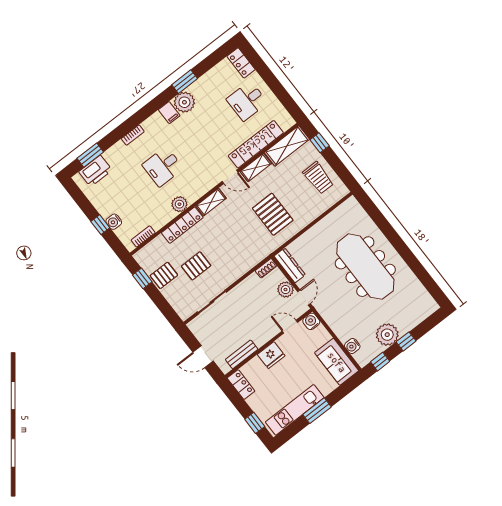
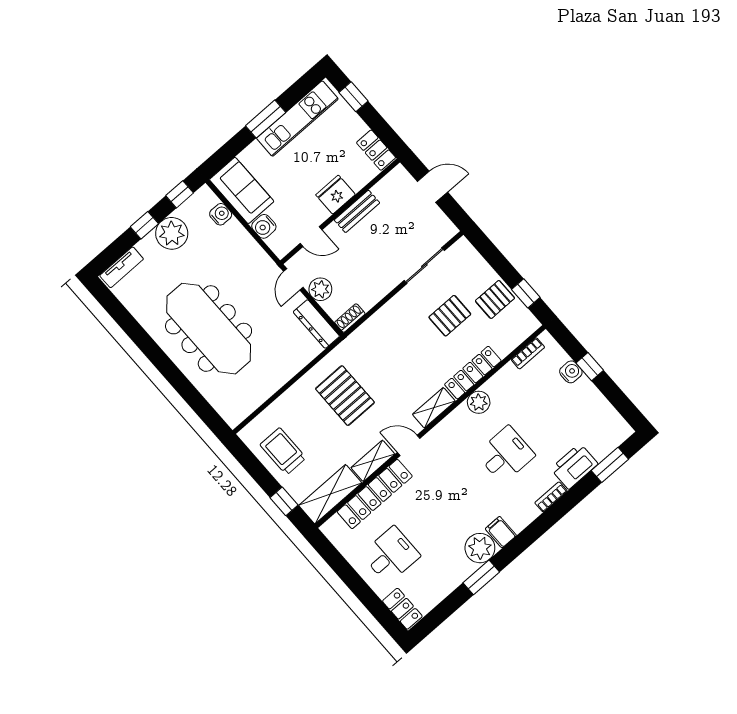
printer: (95, 171) -> (574, 466), moved
tv unit: (424, 313) -> (122, 267), added
water cooler: (311, 321) -> (264, 226), moved, turned 90
bench: (242, 354) -> (357, 211), moved

